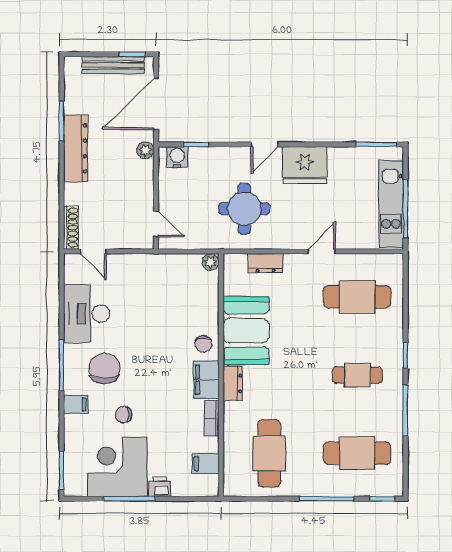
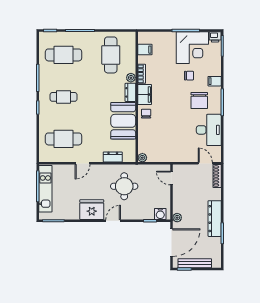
plant: (232, 411) -> (131, 78), added
printer: (160, 487) -> (215, 37), moved

